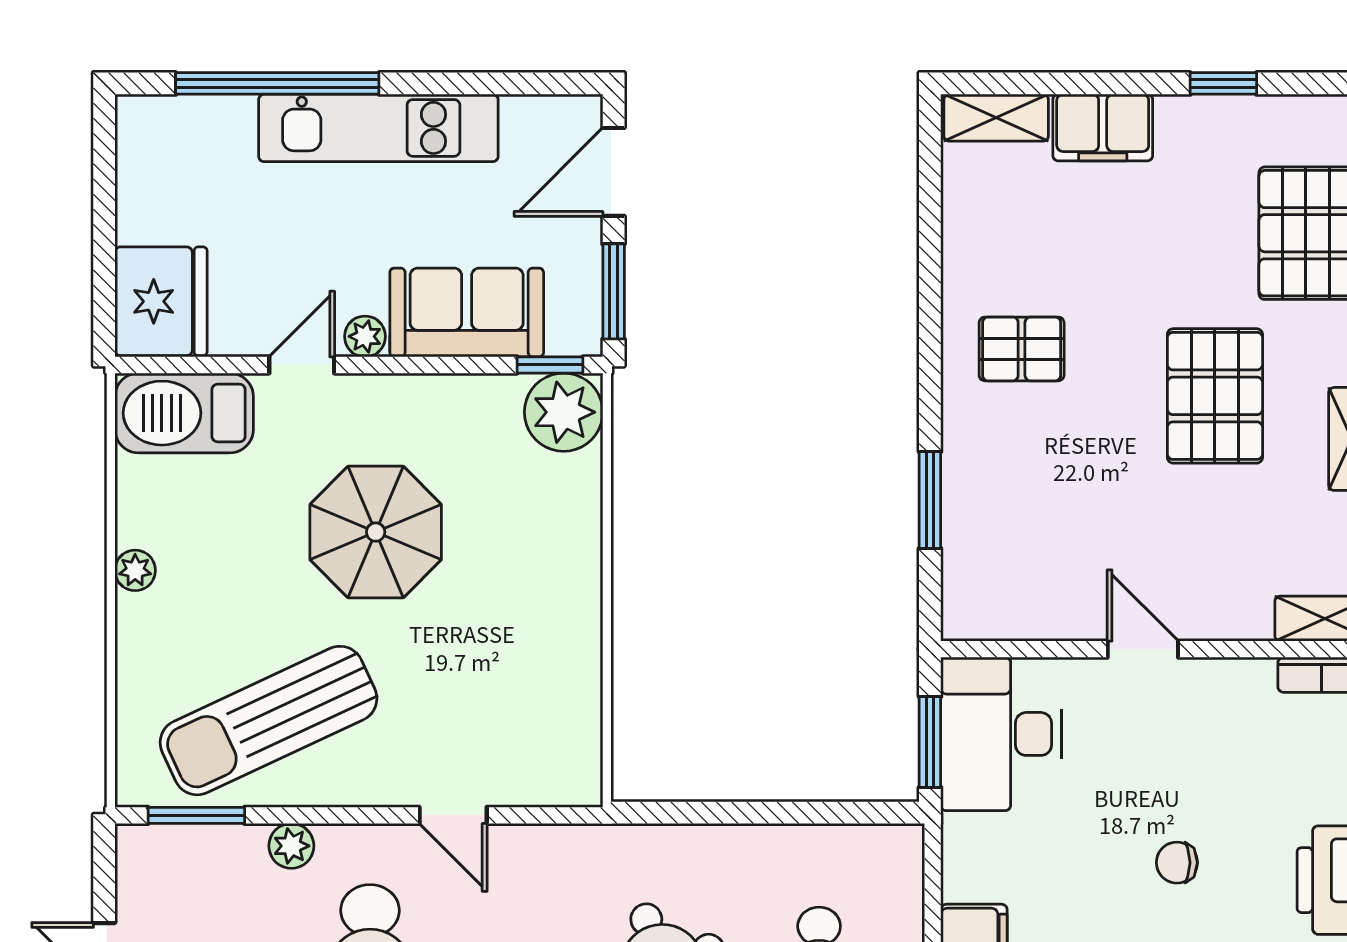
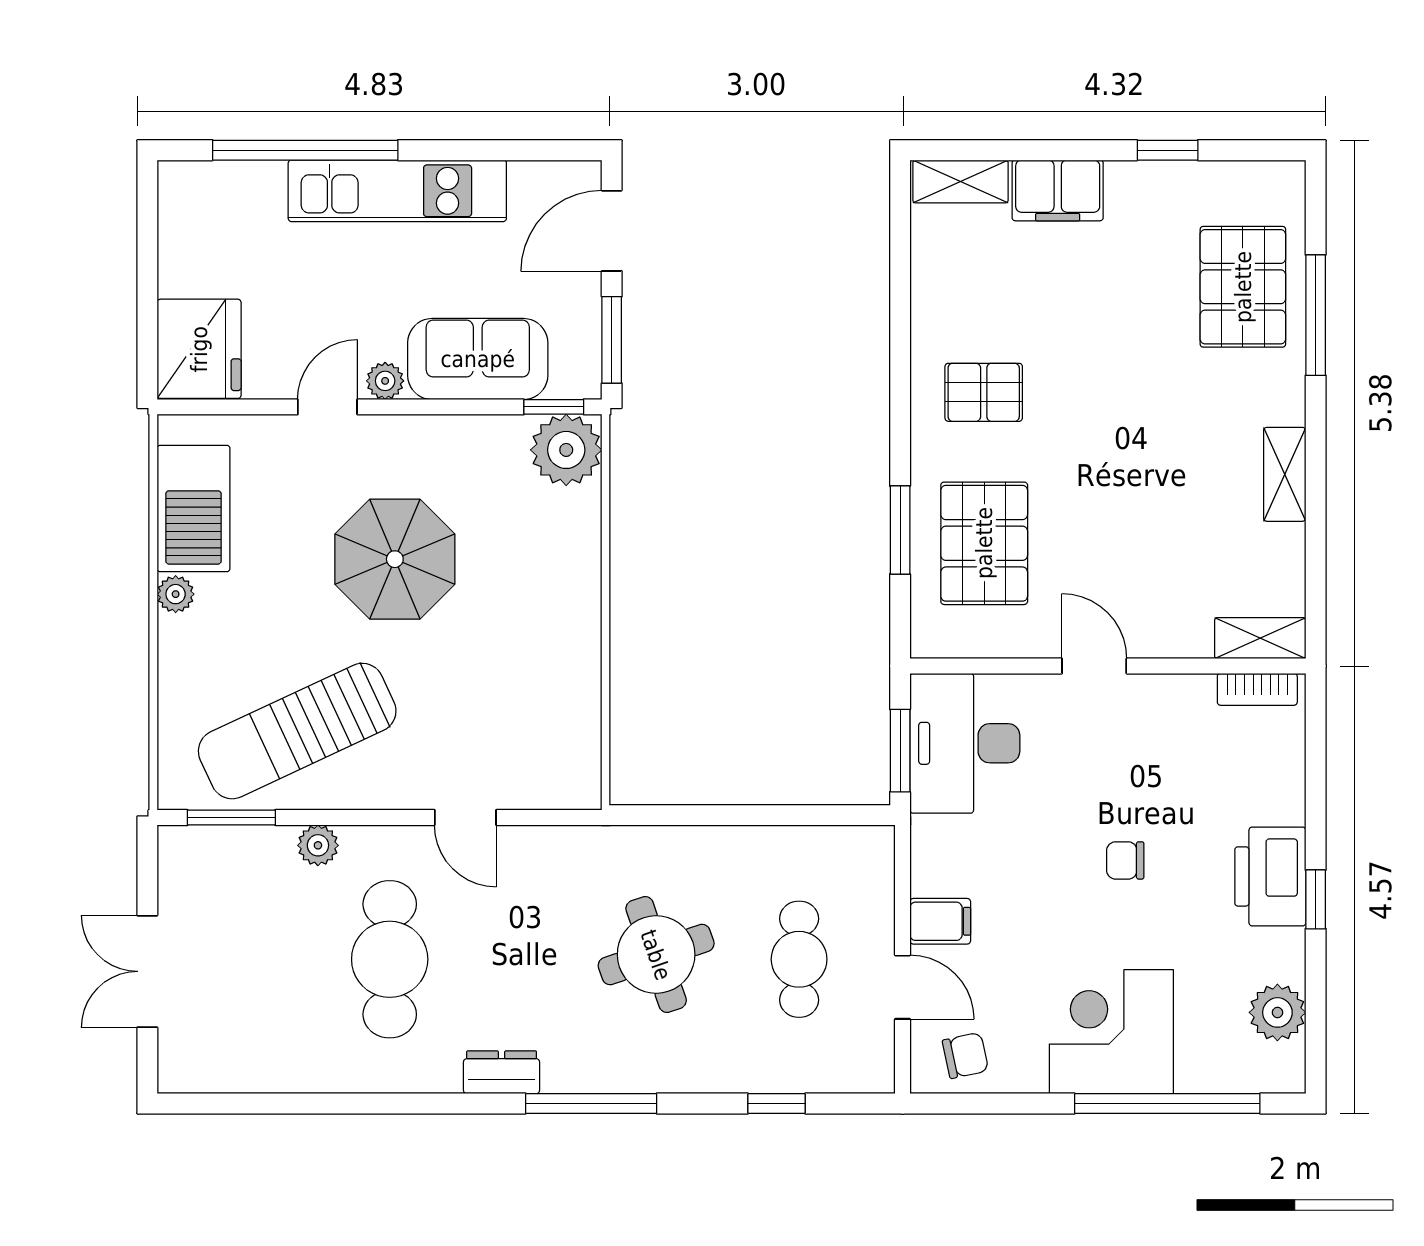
pallet: (1215, 396) -> (984, 543), moved
barbecue: (184, 413) -> (194, 509), moved, turned -90

